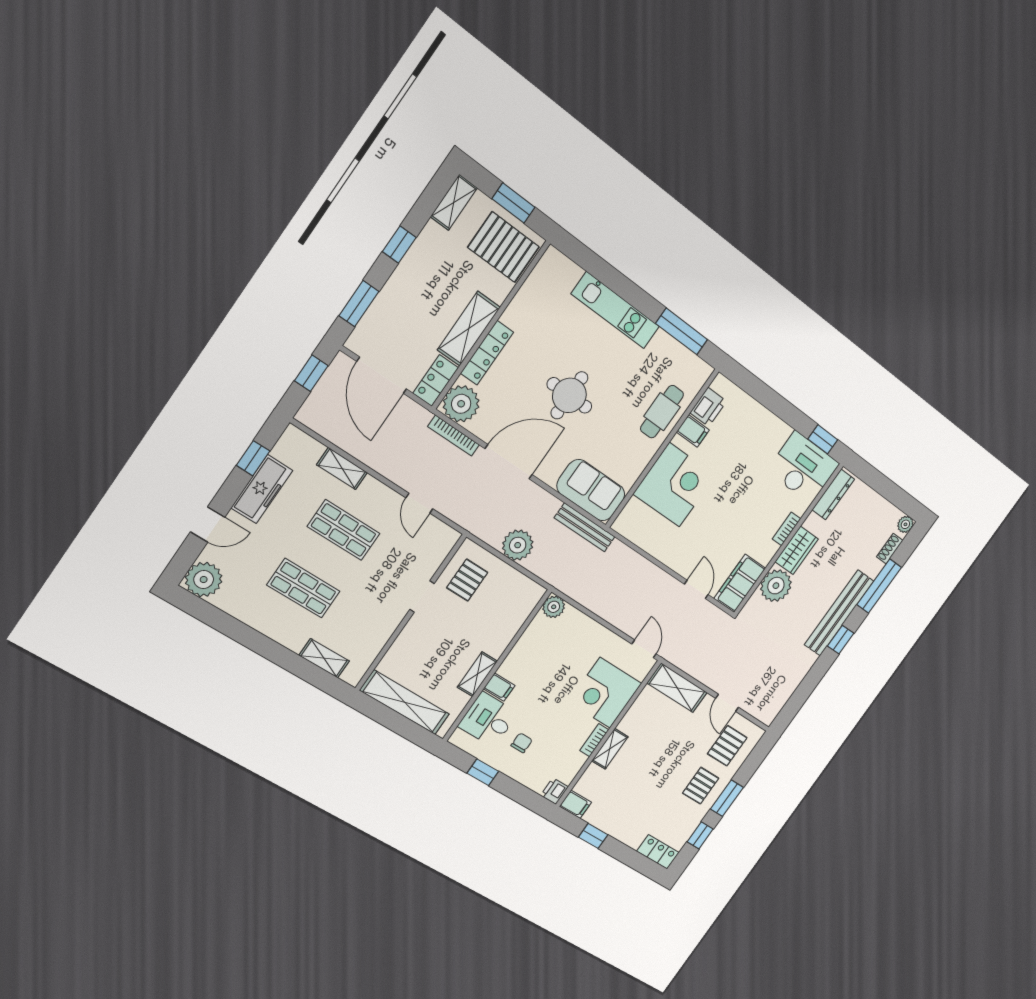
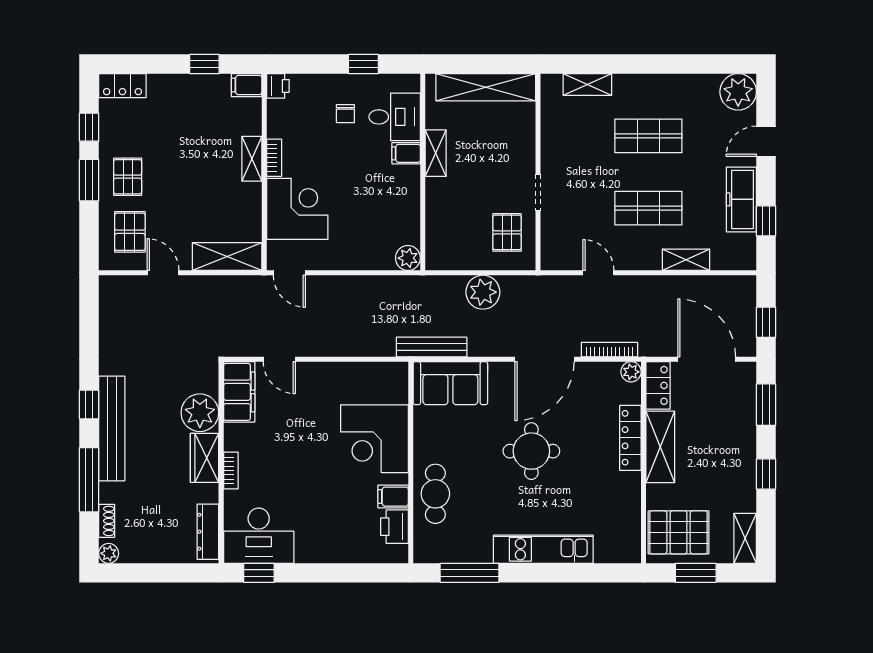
plant: (461, 404) -> (631, 372), width x0.53, depth x0.53

